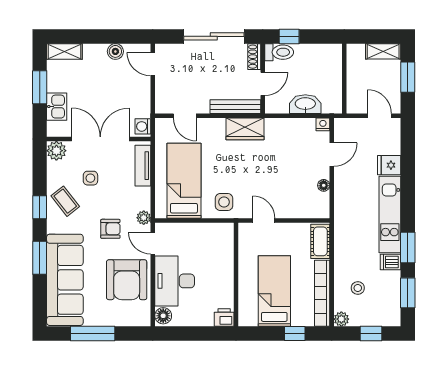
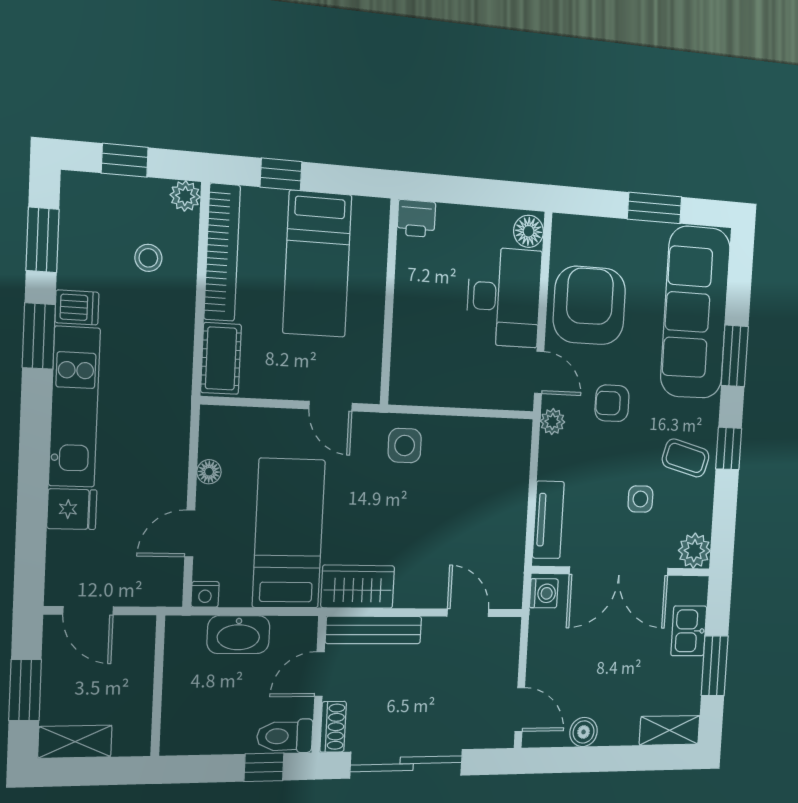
bed: (184, 181) -> (289, 533), moved, turned 180
coffee table: (65, 201) -> (686, 458), turned -37
window: (93, 334) -> (655, 208), width x0.69

